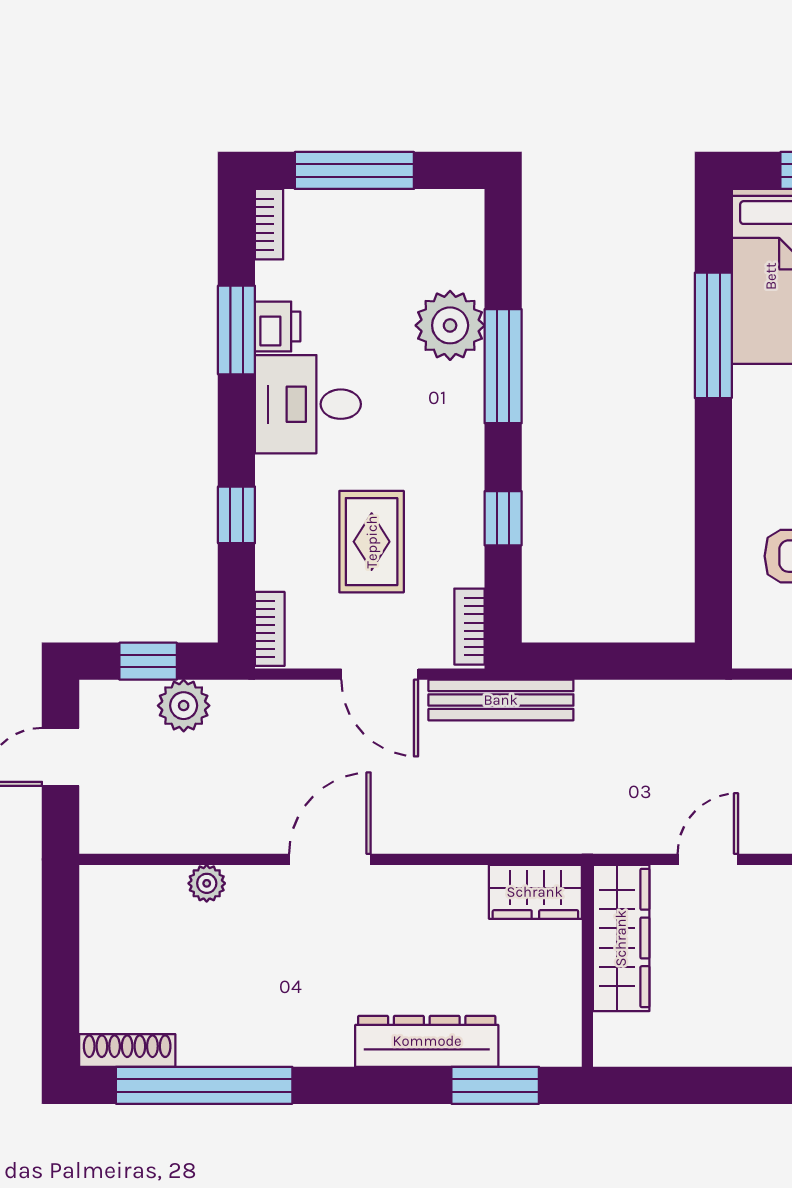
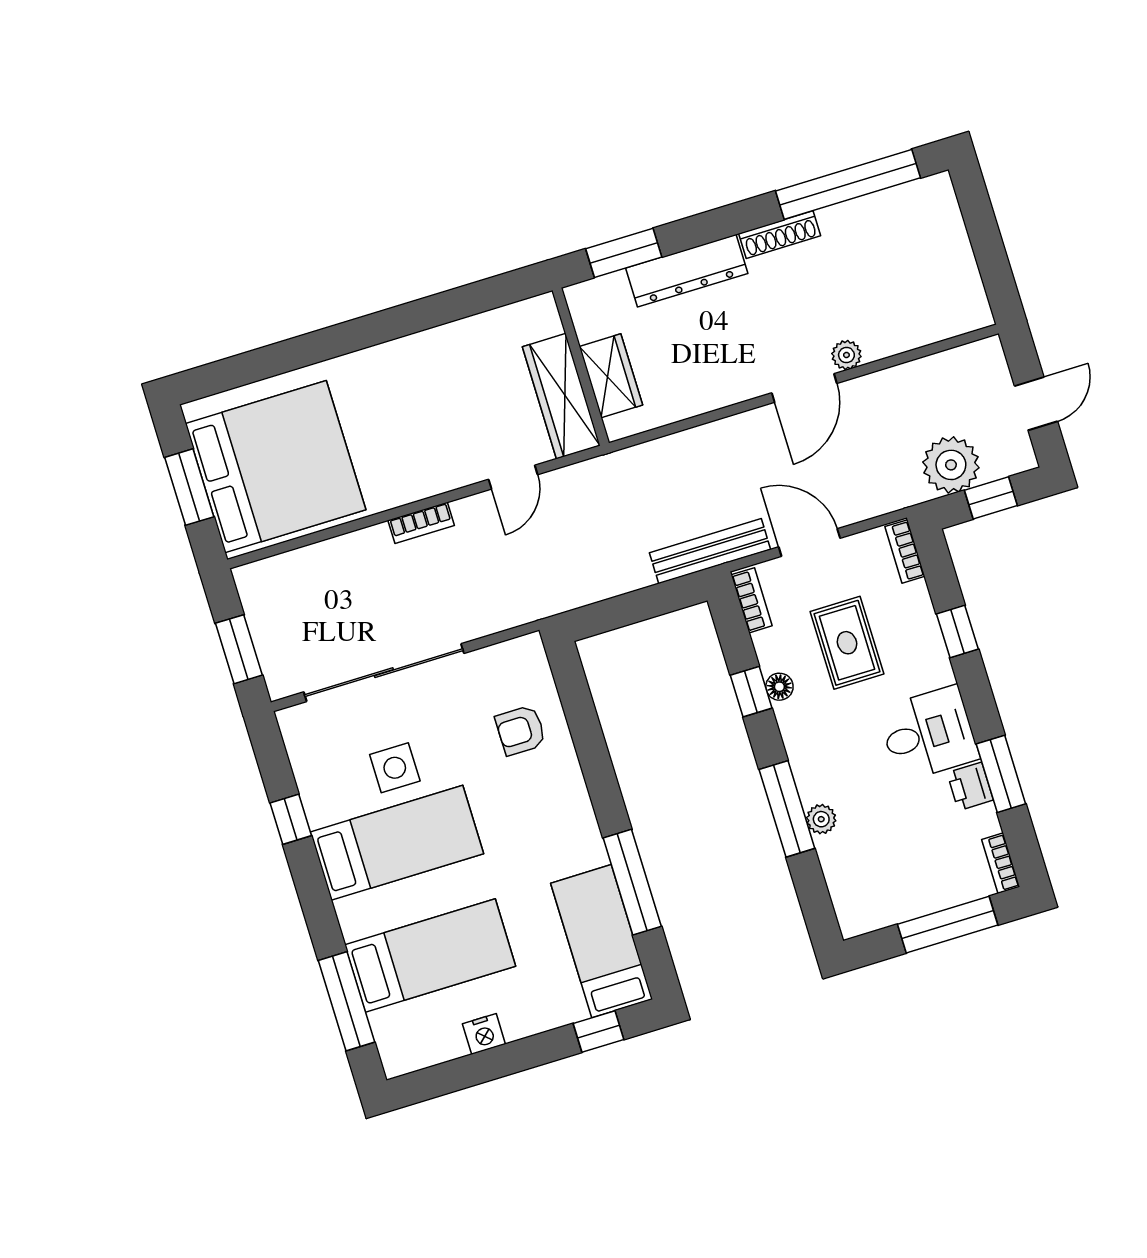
plant: (450, 325) -> (821, 819), width x0.53, depth x0.53
floor lamp: (468, 514) -> (779, 687), added
plant: (184, 706) -> (951, 465), width x1.36, depth x1.36
plant: (207, 883) -> (846, 355), moved
wardrobe: (535, 892) -> (611, 376), moved, turned 90
shoe rack: (127, 1050) -> (780, 235), moved

